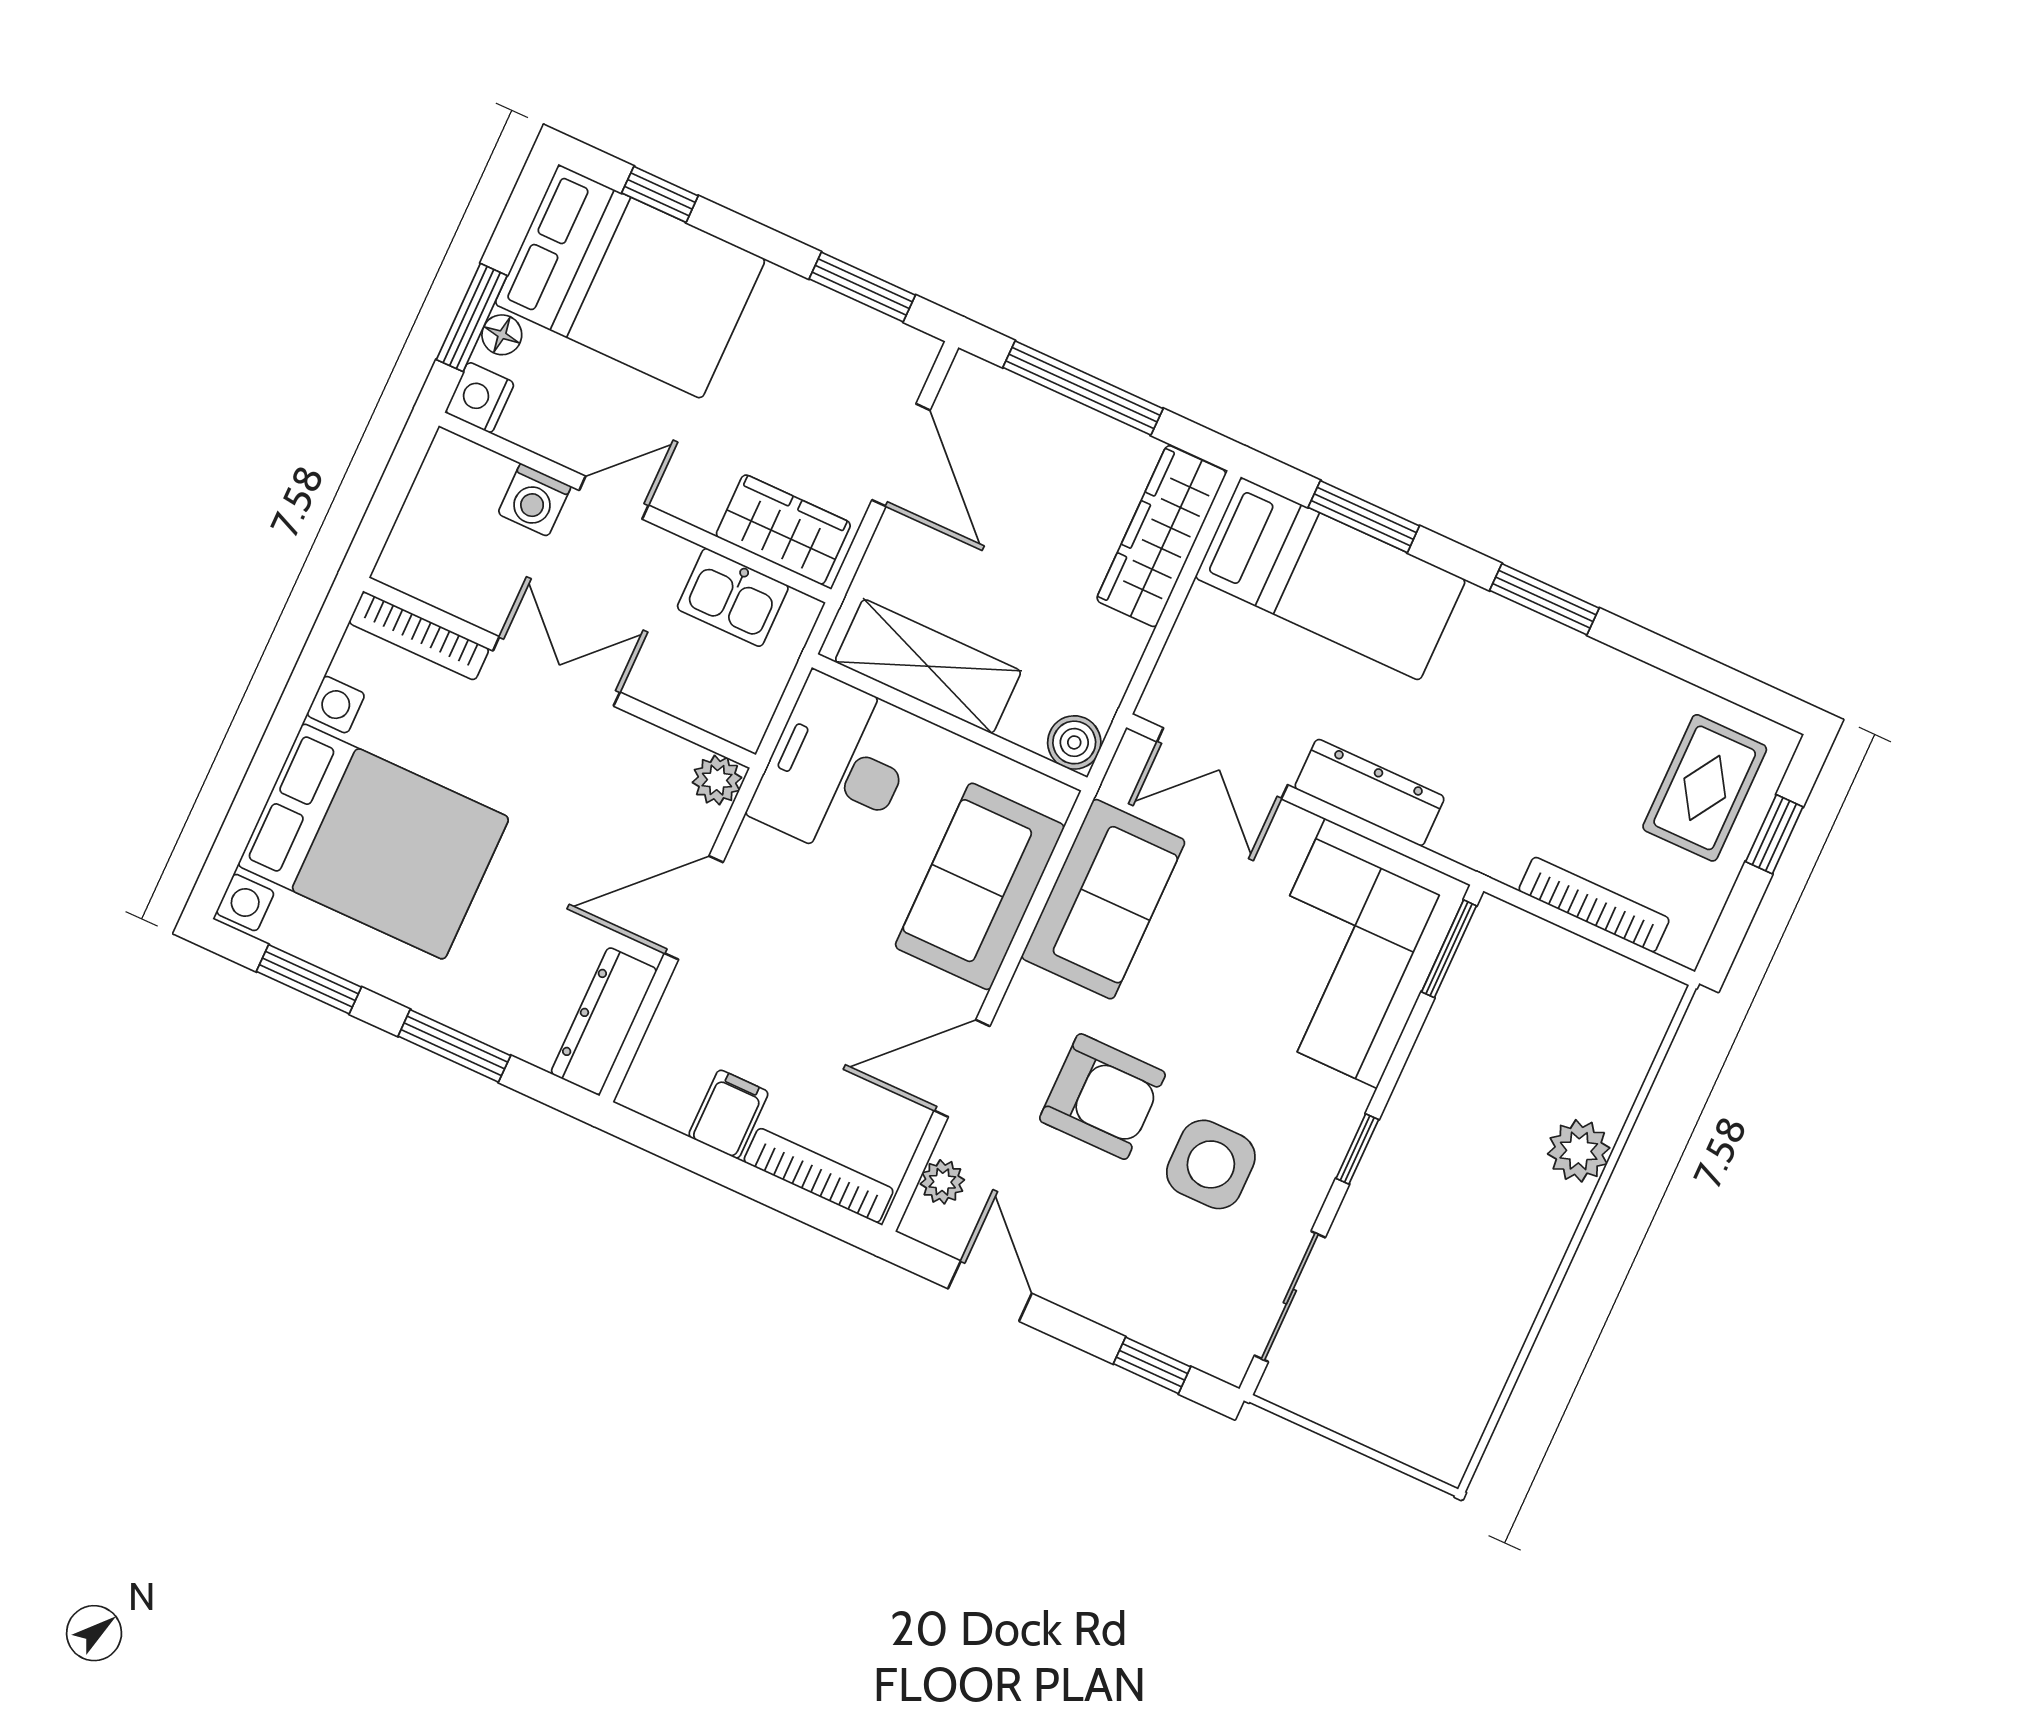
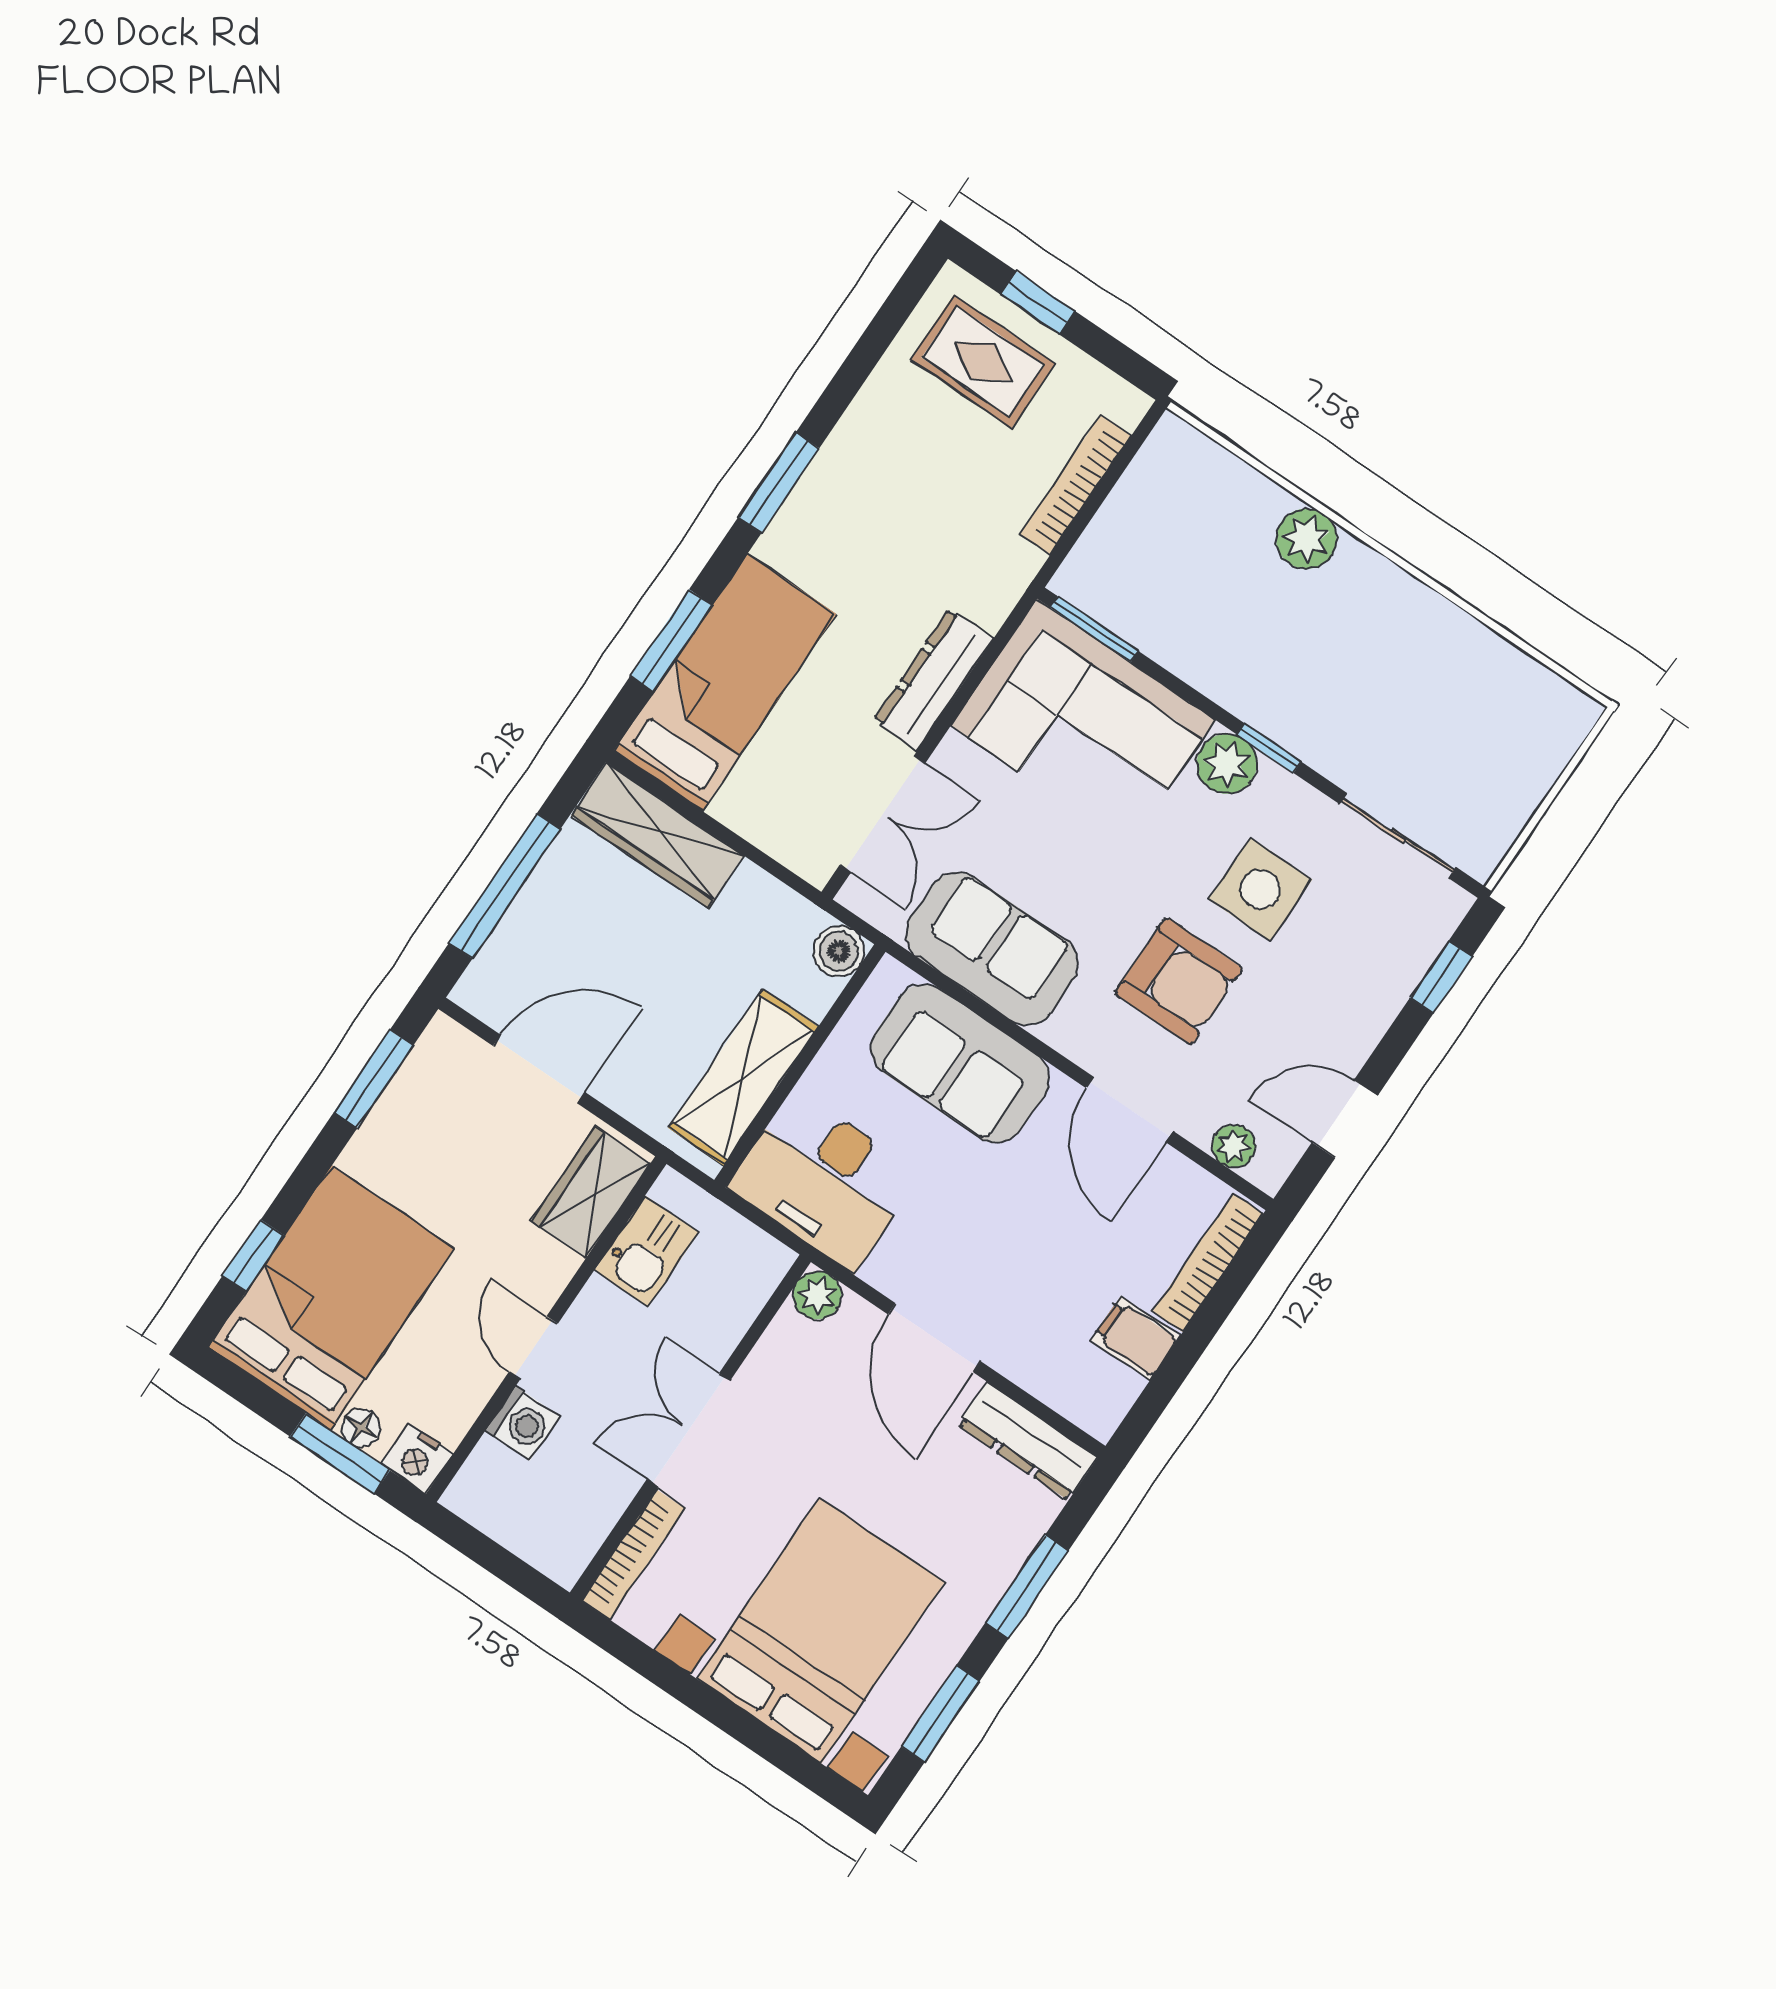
armchair: (1102, 1097) -> (1179, 981), turned 90
plant: (1334, 1108) -> (1227, 764), added

